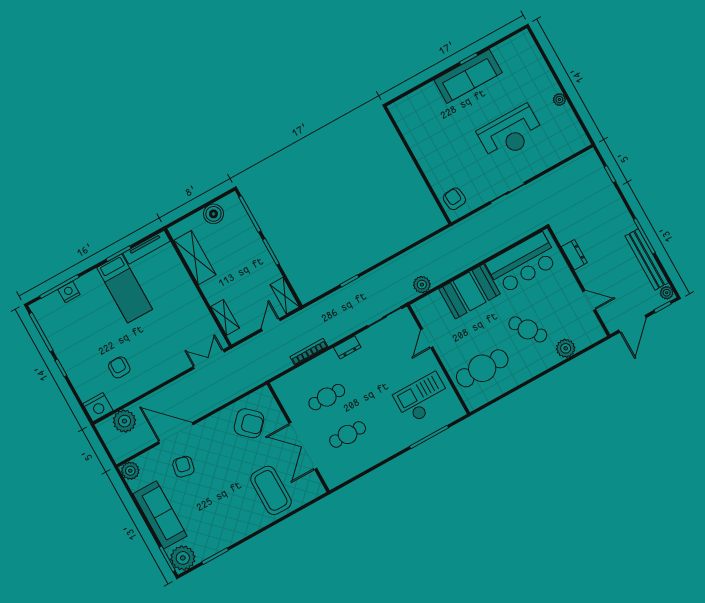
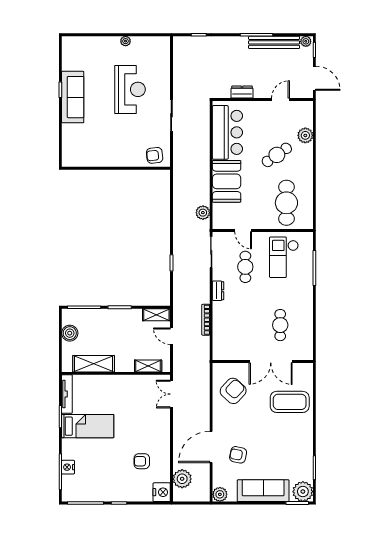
cafe table: (327, 397) -> (245, 267), moved

